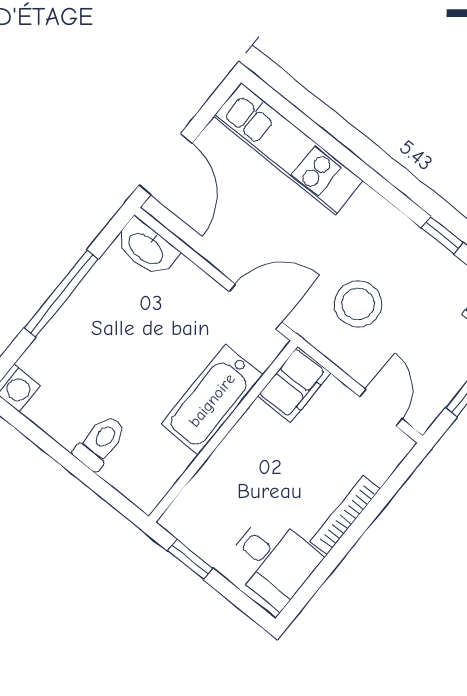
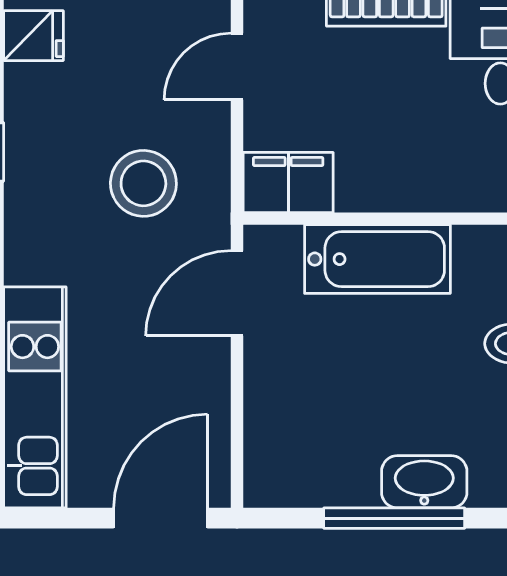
washbasin: (146, 248) -> (424, 482), moved, turned -90
door: (256, 307) -> (237, 293), hinge flipped

